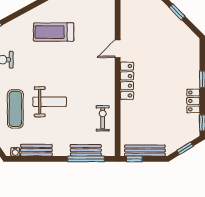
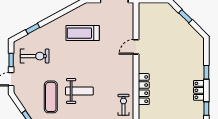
locker: (127, 81) -> (144, 89), moved

